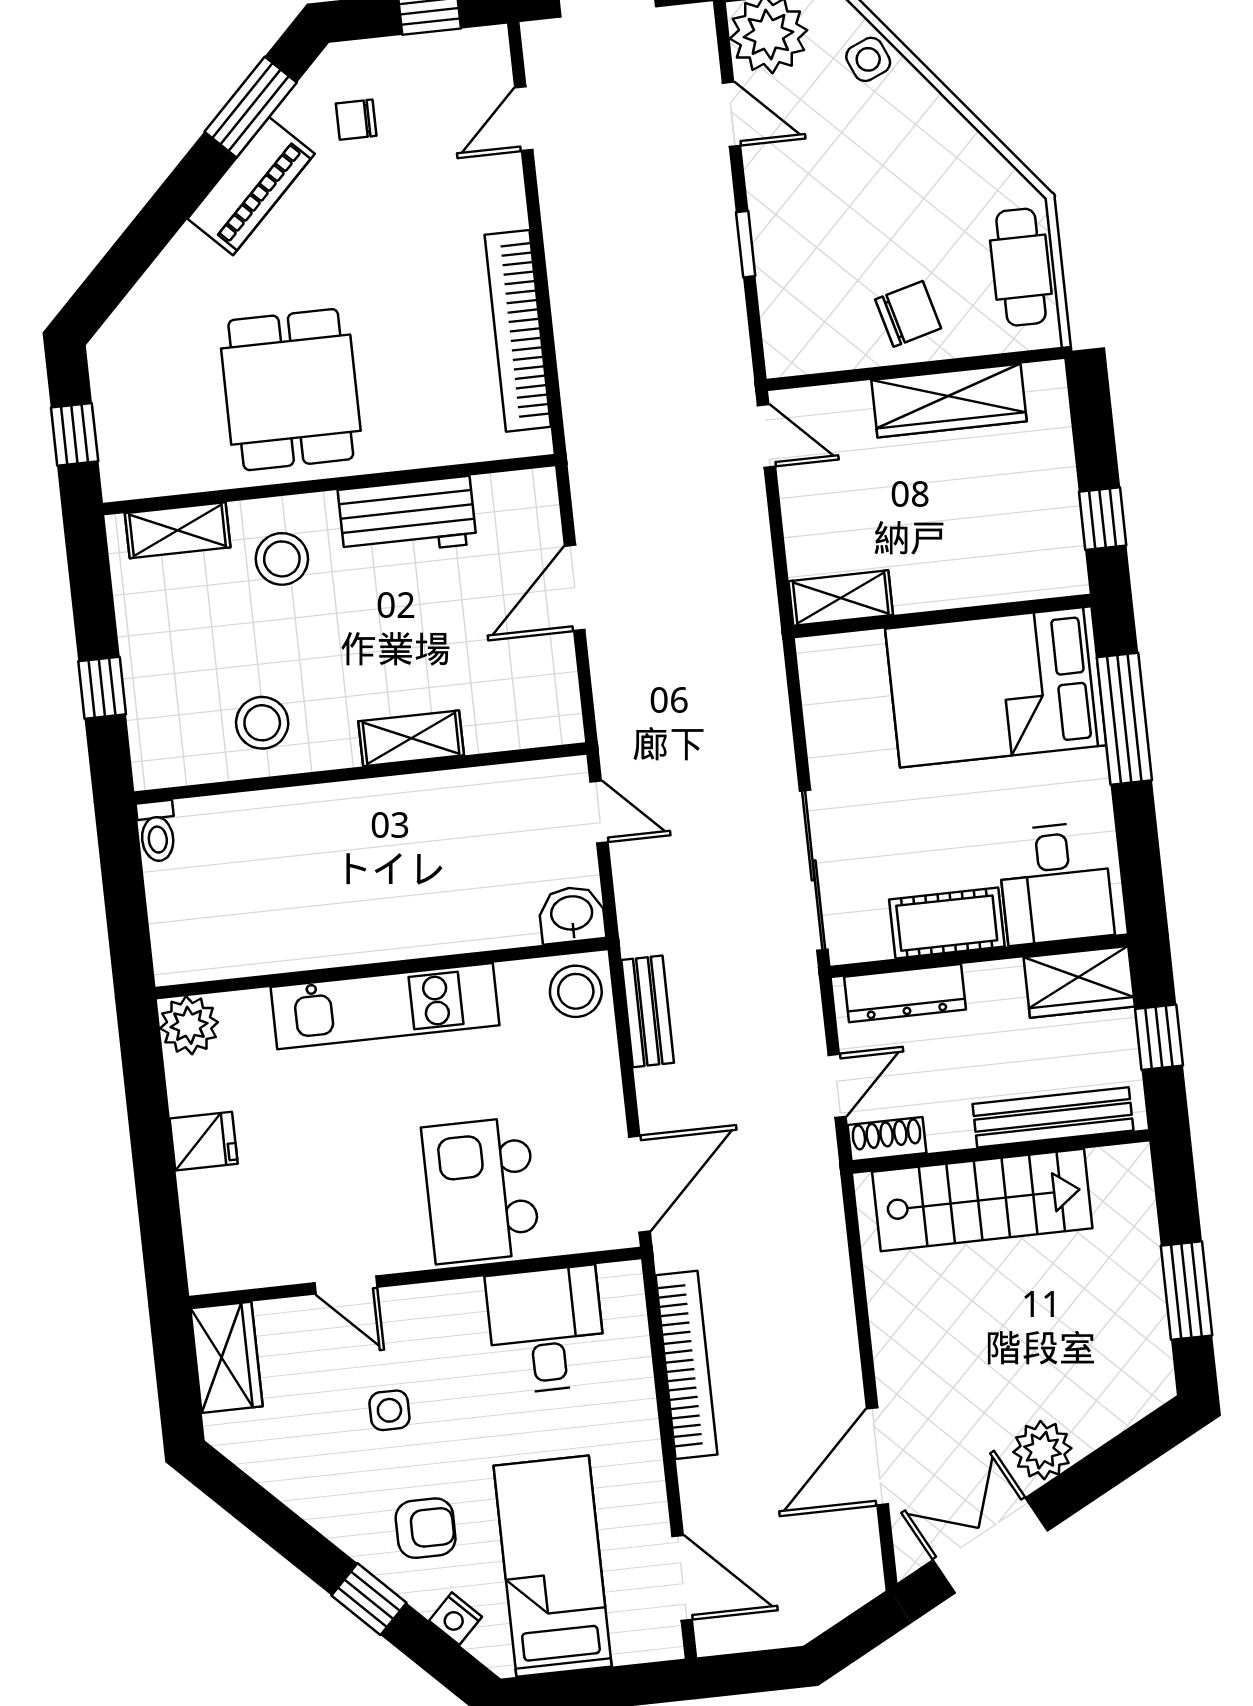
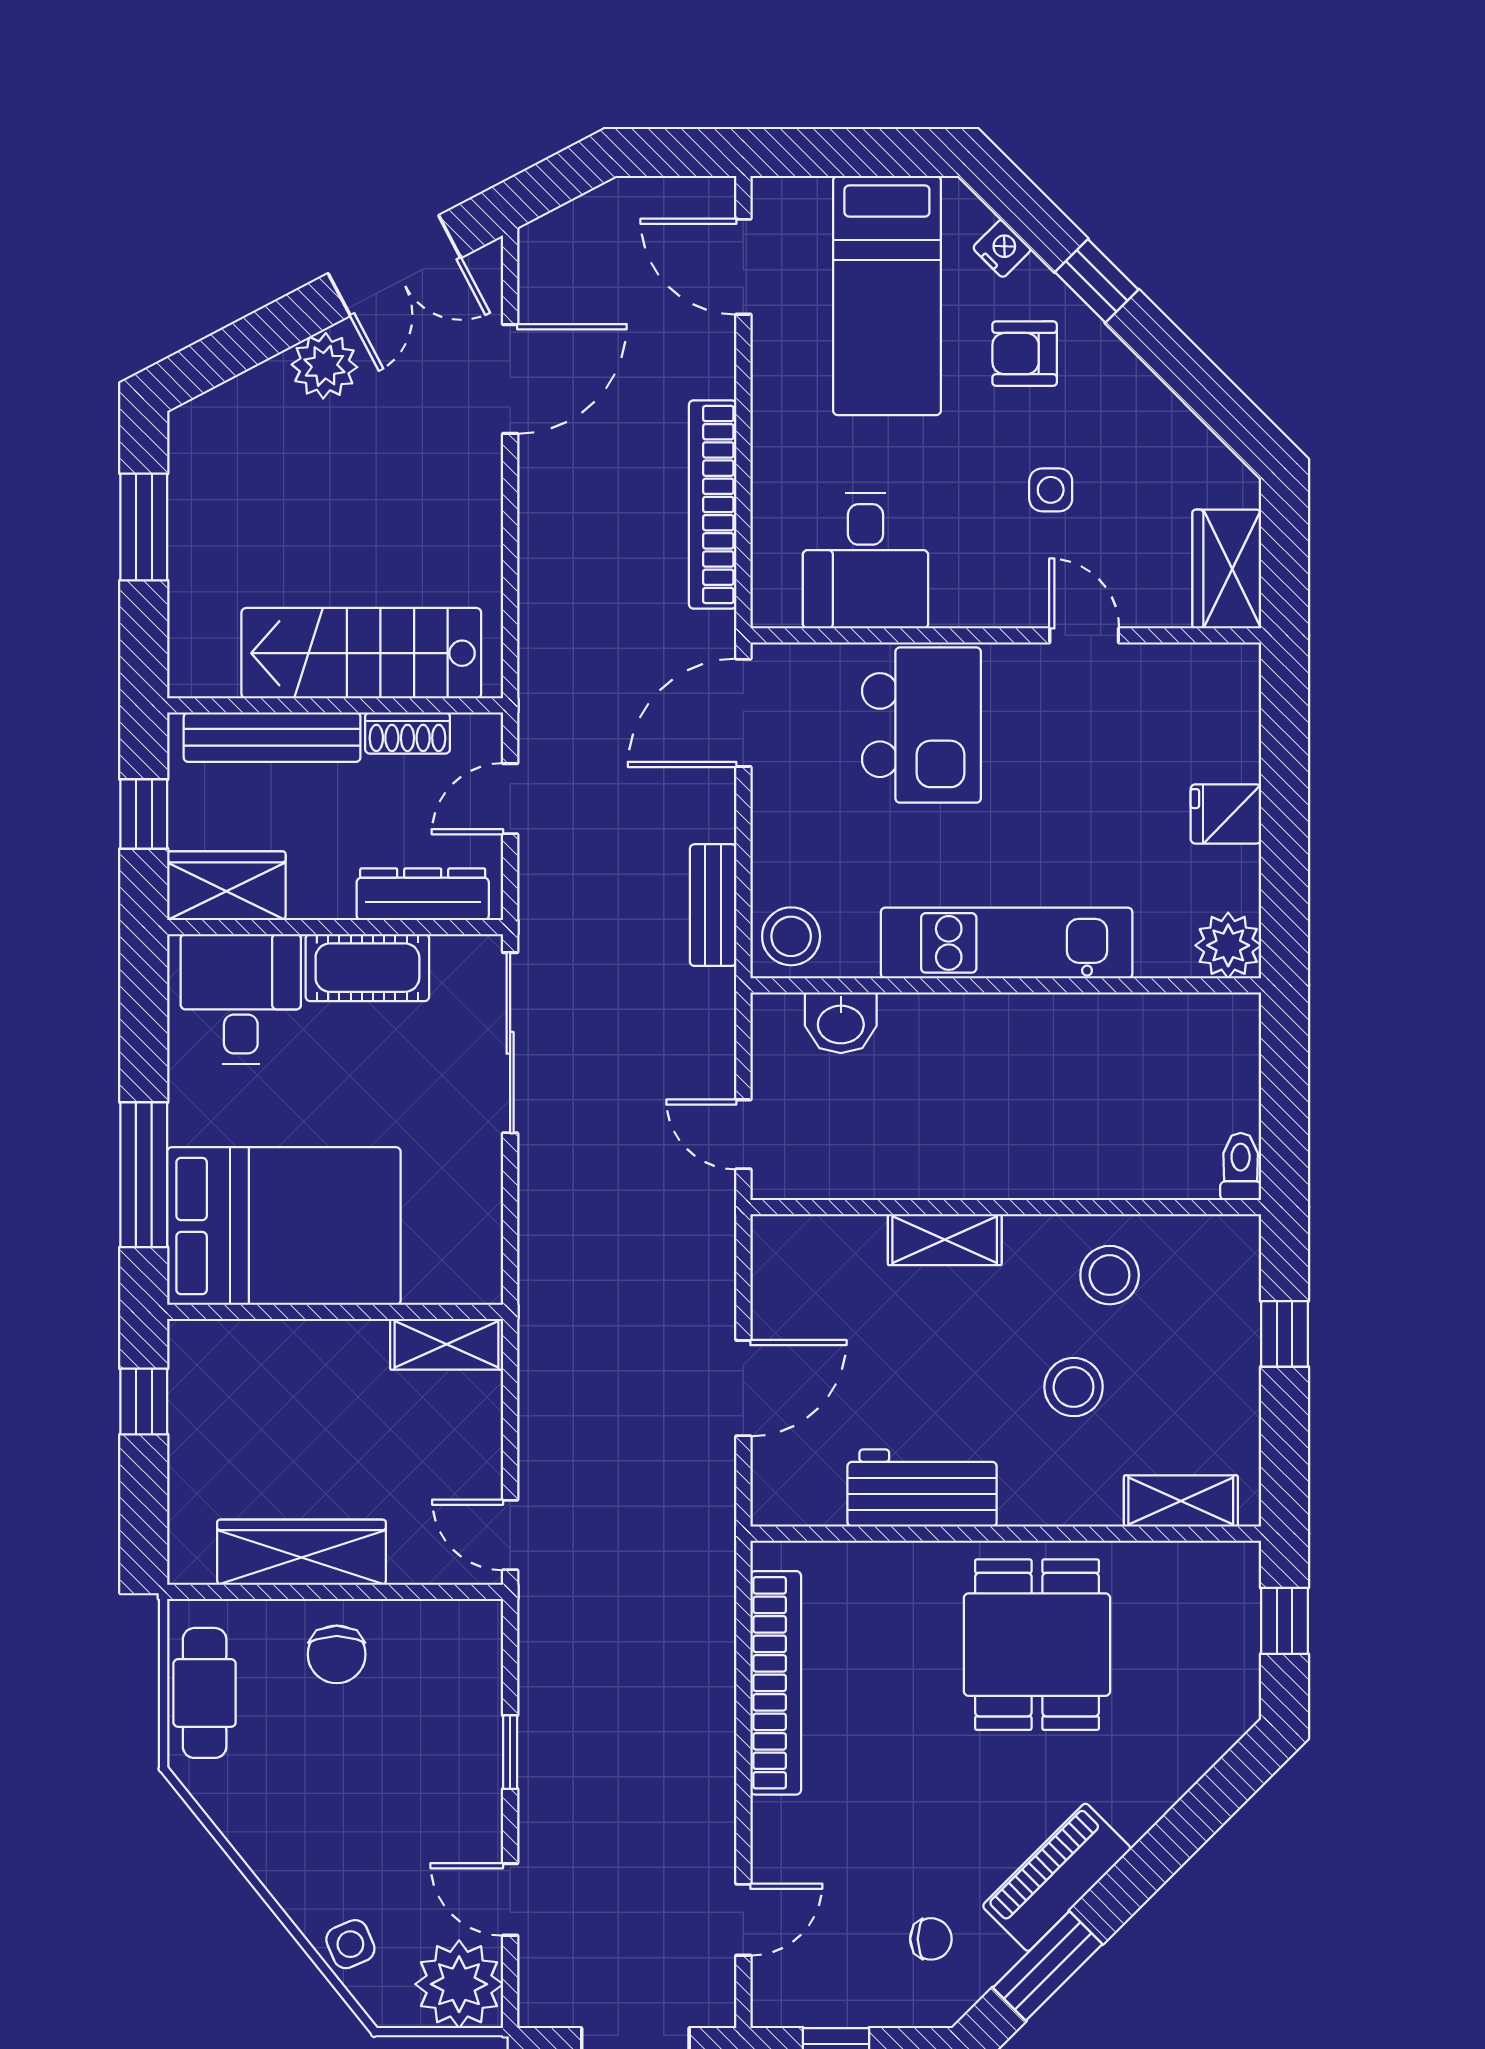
chair: (908, 314) -> (337, 1654), turned -75
stool: (282, 559) -> (1074, 1387), moved
washbasin: (572, 915) -> (841, 1023), moved
shoe rack: (887, 1139) -> (408, 733), moved

